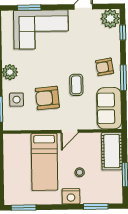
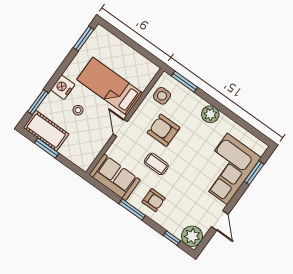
armchair: (105, 67) -> (154, 200), turned 99
armchair: (47, 98) -> (164, 130), turned -85
side table: (17, 100) -> (162, 96), moved
cot: (112, 151) -> (46, 131), moved

